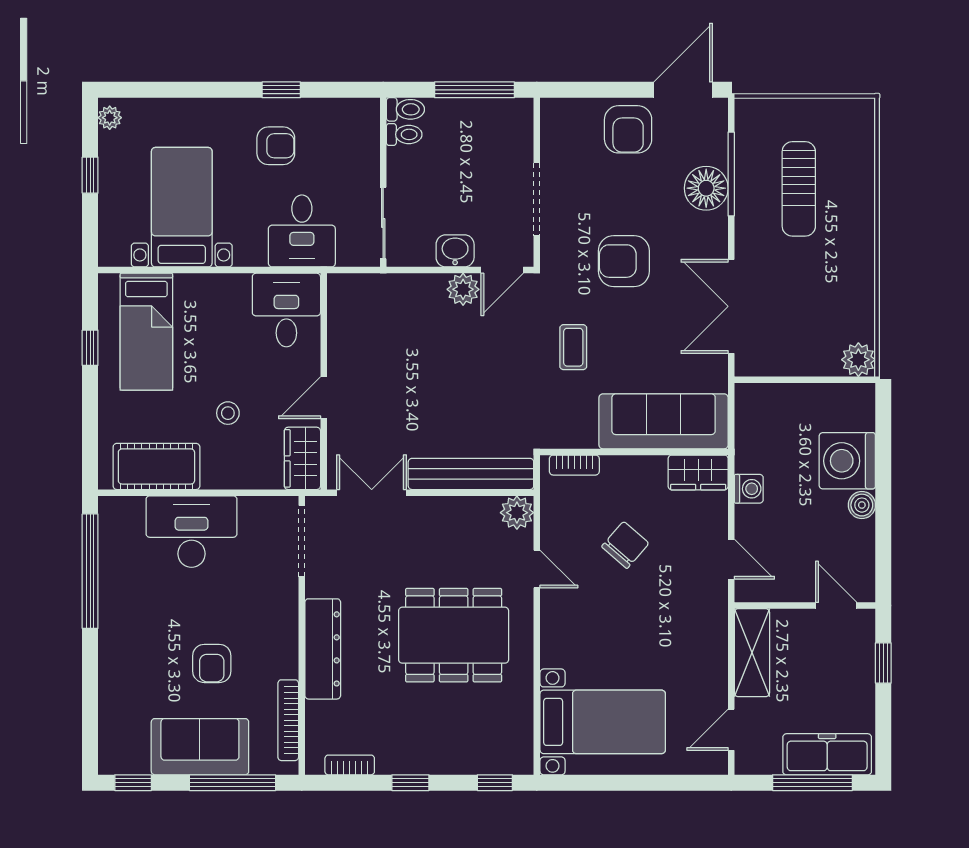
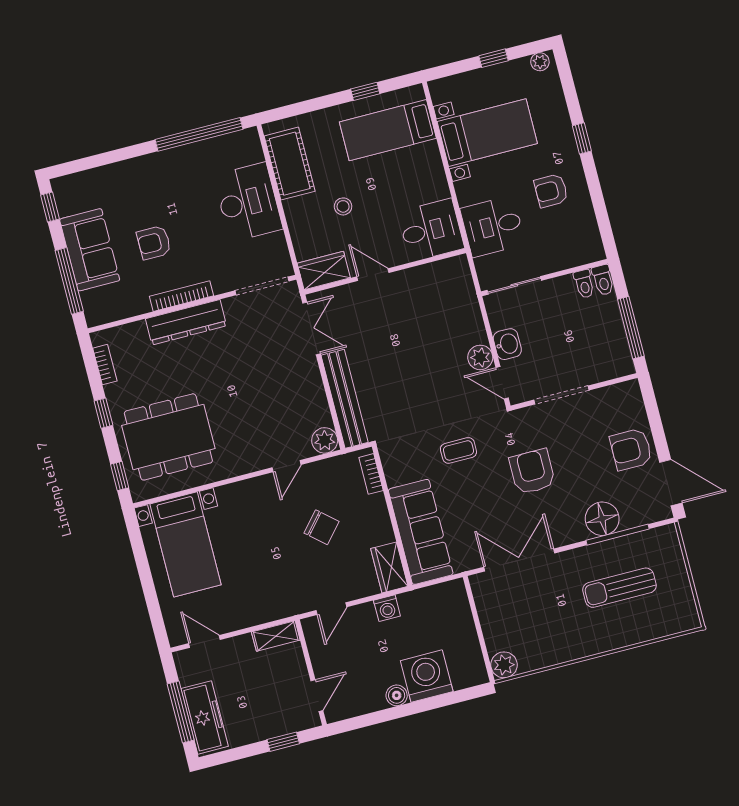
window: (281, 90) -> (582, 138), moved
armchair: (276, 146) -> (551, 191), turned 90
dining table: (454, 635) -> (168, 437), moved, turned 90
shelving: (752, 653) -> (276, 636), width x0.67, depth x0.75
bookcase: (288, 720) -> (181, 296), moved

